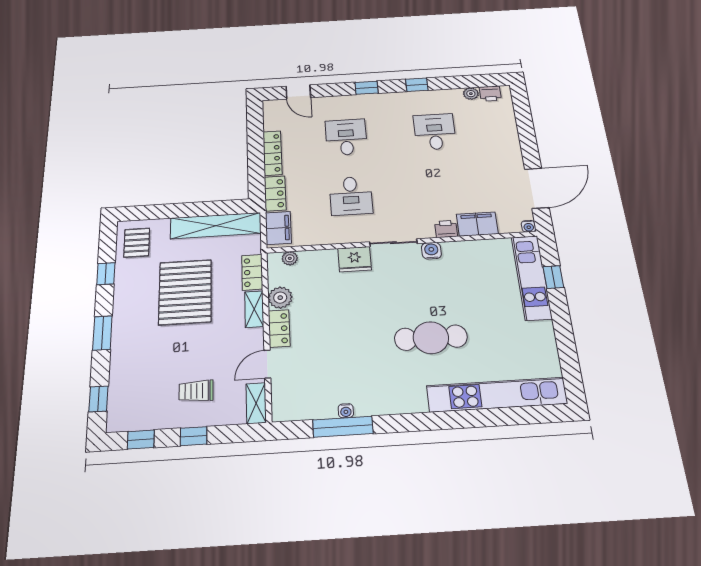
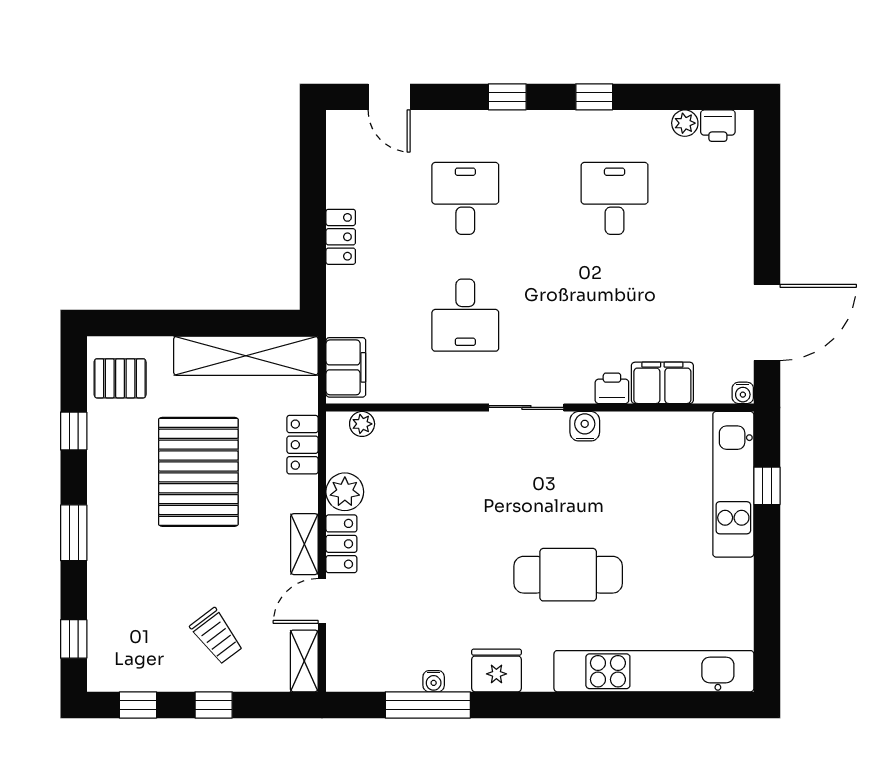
locker: (272, 153) -> (341, 237), width x0.66
locker: (275, 193) -> (343, 302), removed
pallet: (137, 243) -> (120, 378), turned 90
fridge: (355, 259) -> (496, 671), moved, turned 180
shelving: (254, 309) -> (304, 544), moved
trolley: (196, 391) -> (217, 636), turned -127

